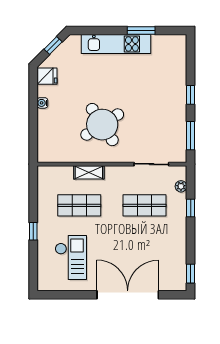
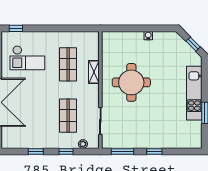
fridge: (47, 76) -> (169, 39), removed
round table: (102, 125) -> (131, 82), turned 33
window: (33, 231) -> (16, 28), moved
window: (191, 274) -> (36, 151), moved

